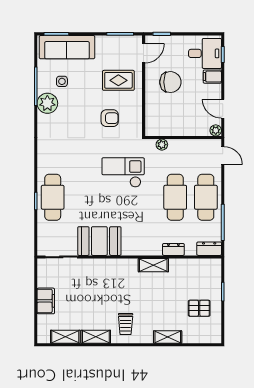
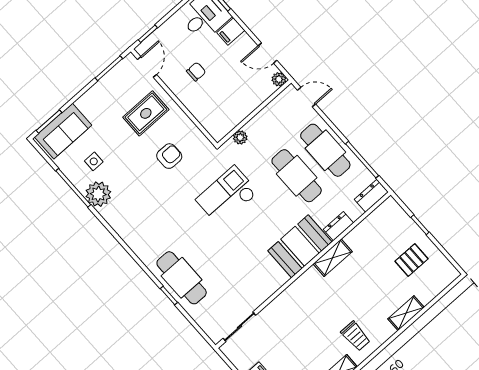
sofa: (67, 47) -> (63, 131), width x0.73
chair: (170, 82) -> (196, 72), width x0.54, depth x0.54
booth: (99, 241) -> (300, 246), moved

